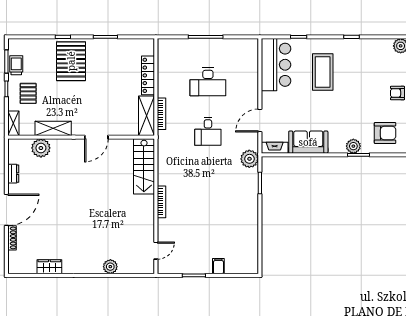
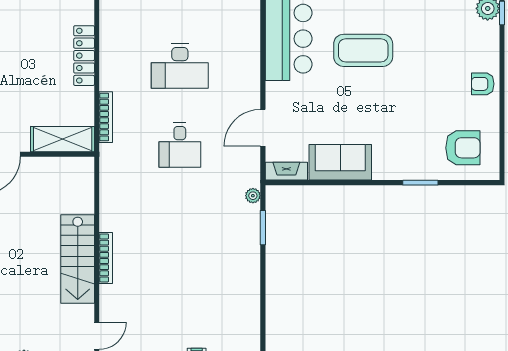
coffee table: (323, 72) -> (363, 50), turned 90
shelving: (146, 116) -> (63, 139), moved, turned 90
plant: (353, 146) -> (412, 169), removed
plant: (249, 159) -> (253, 196), width x0.53, depth x0.53
stairs: (144, 166) -> (78, 259), moved

